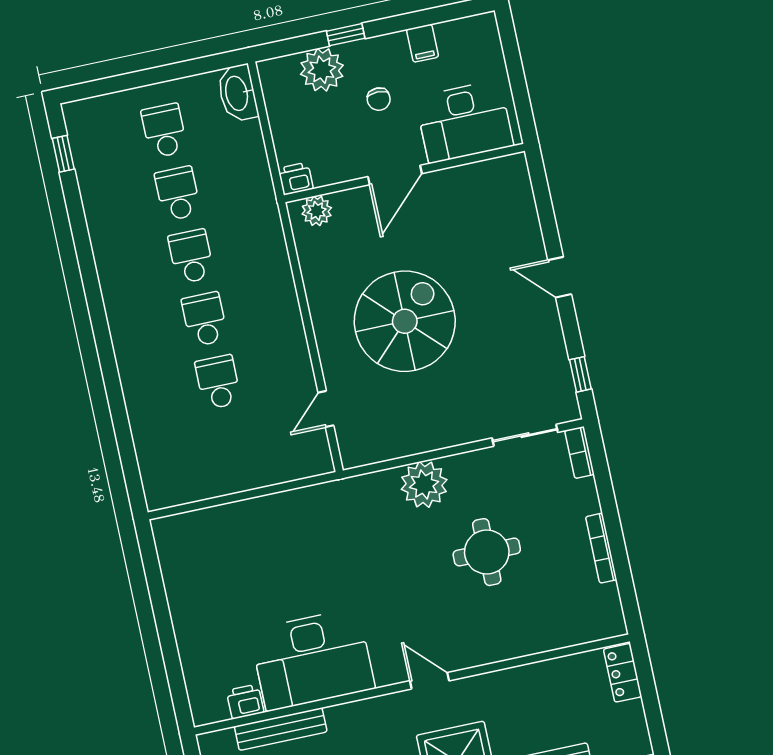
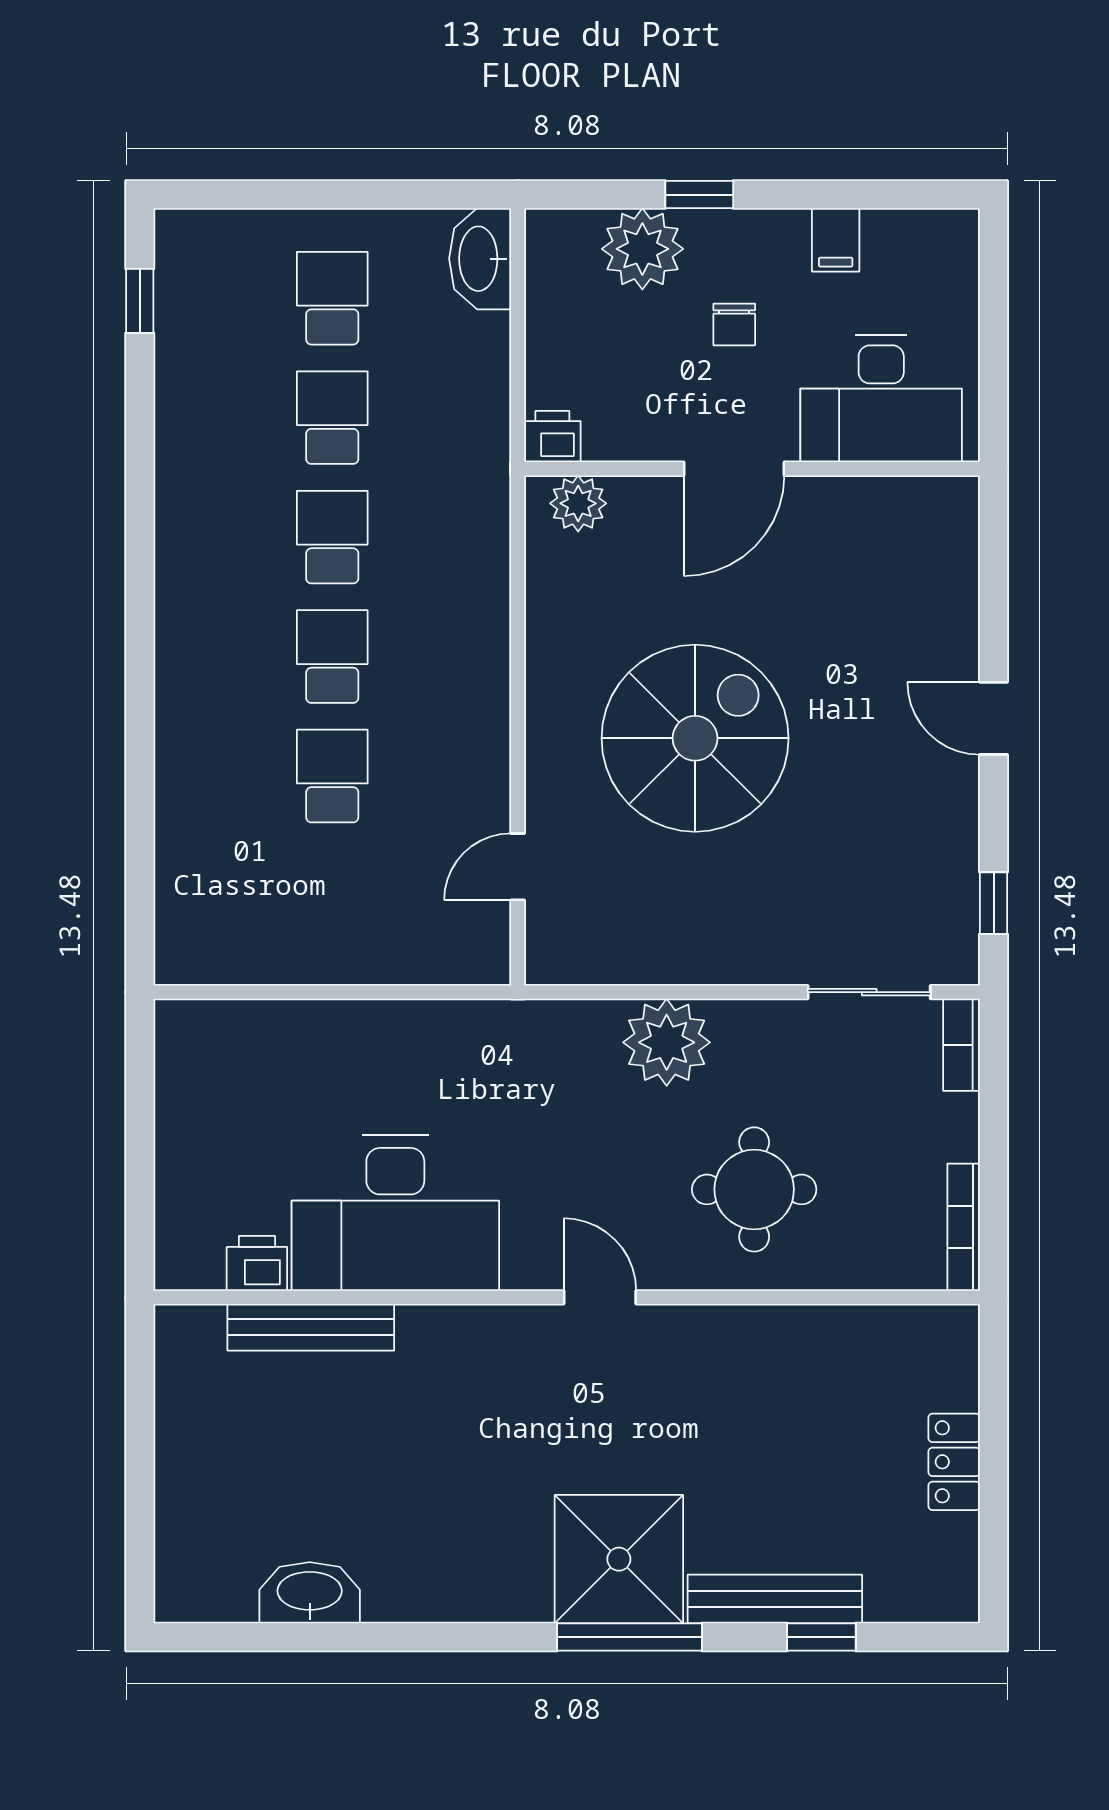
desk: (312, 659) -> (395, 1213), moved
door: (429, 681) -> (600, 1297), moved
wall: (412, 684) -> (567, 1297), moved
printer: (245, 702) -> (257, 1263), moved
bench: (281, 729) -> (311, 1327), moved

